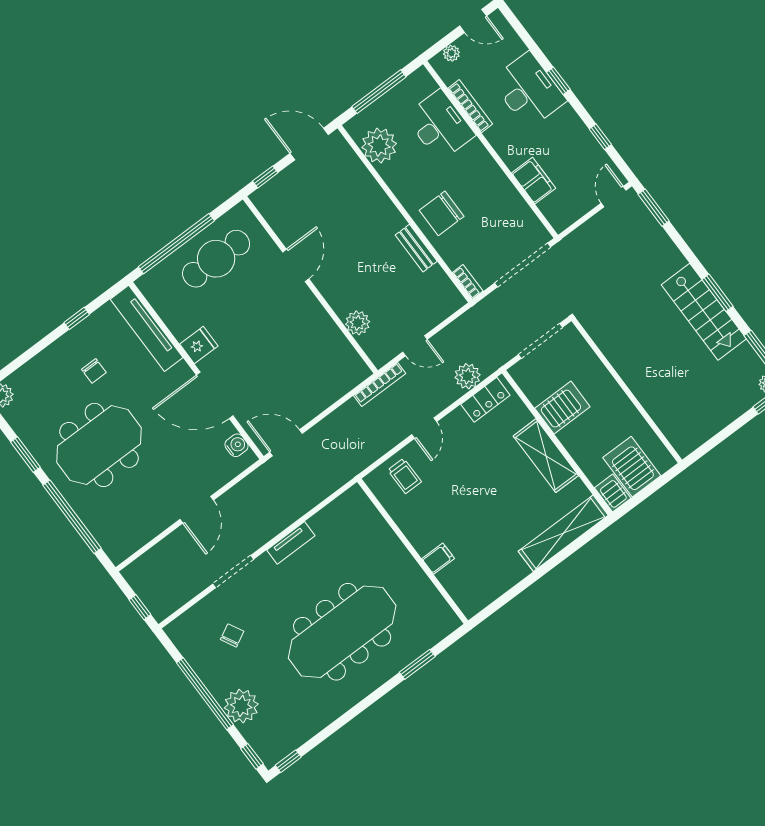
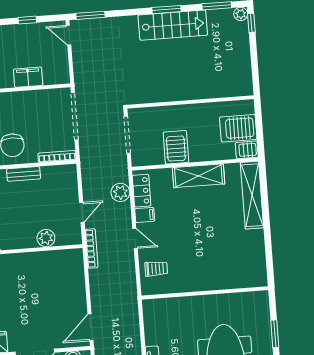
bookcase: (468, 282) -> (57, 156), width x1.56
filing cabinet: (438, 559) -> (145, 215), moved, turned 90

